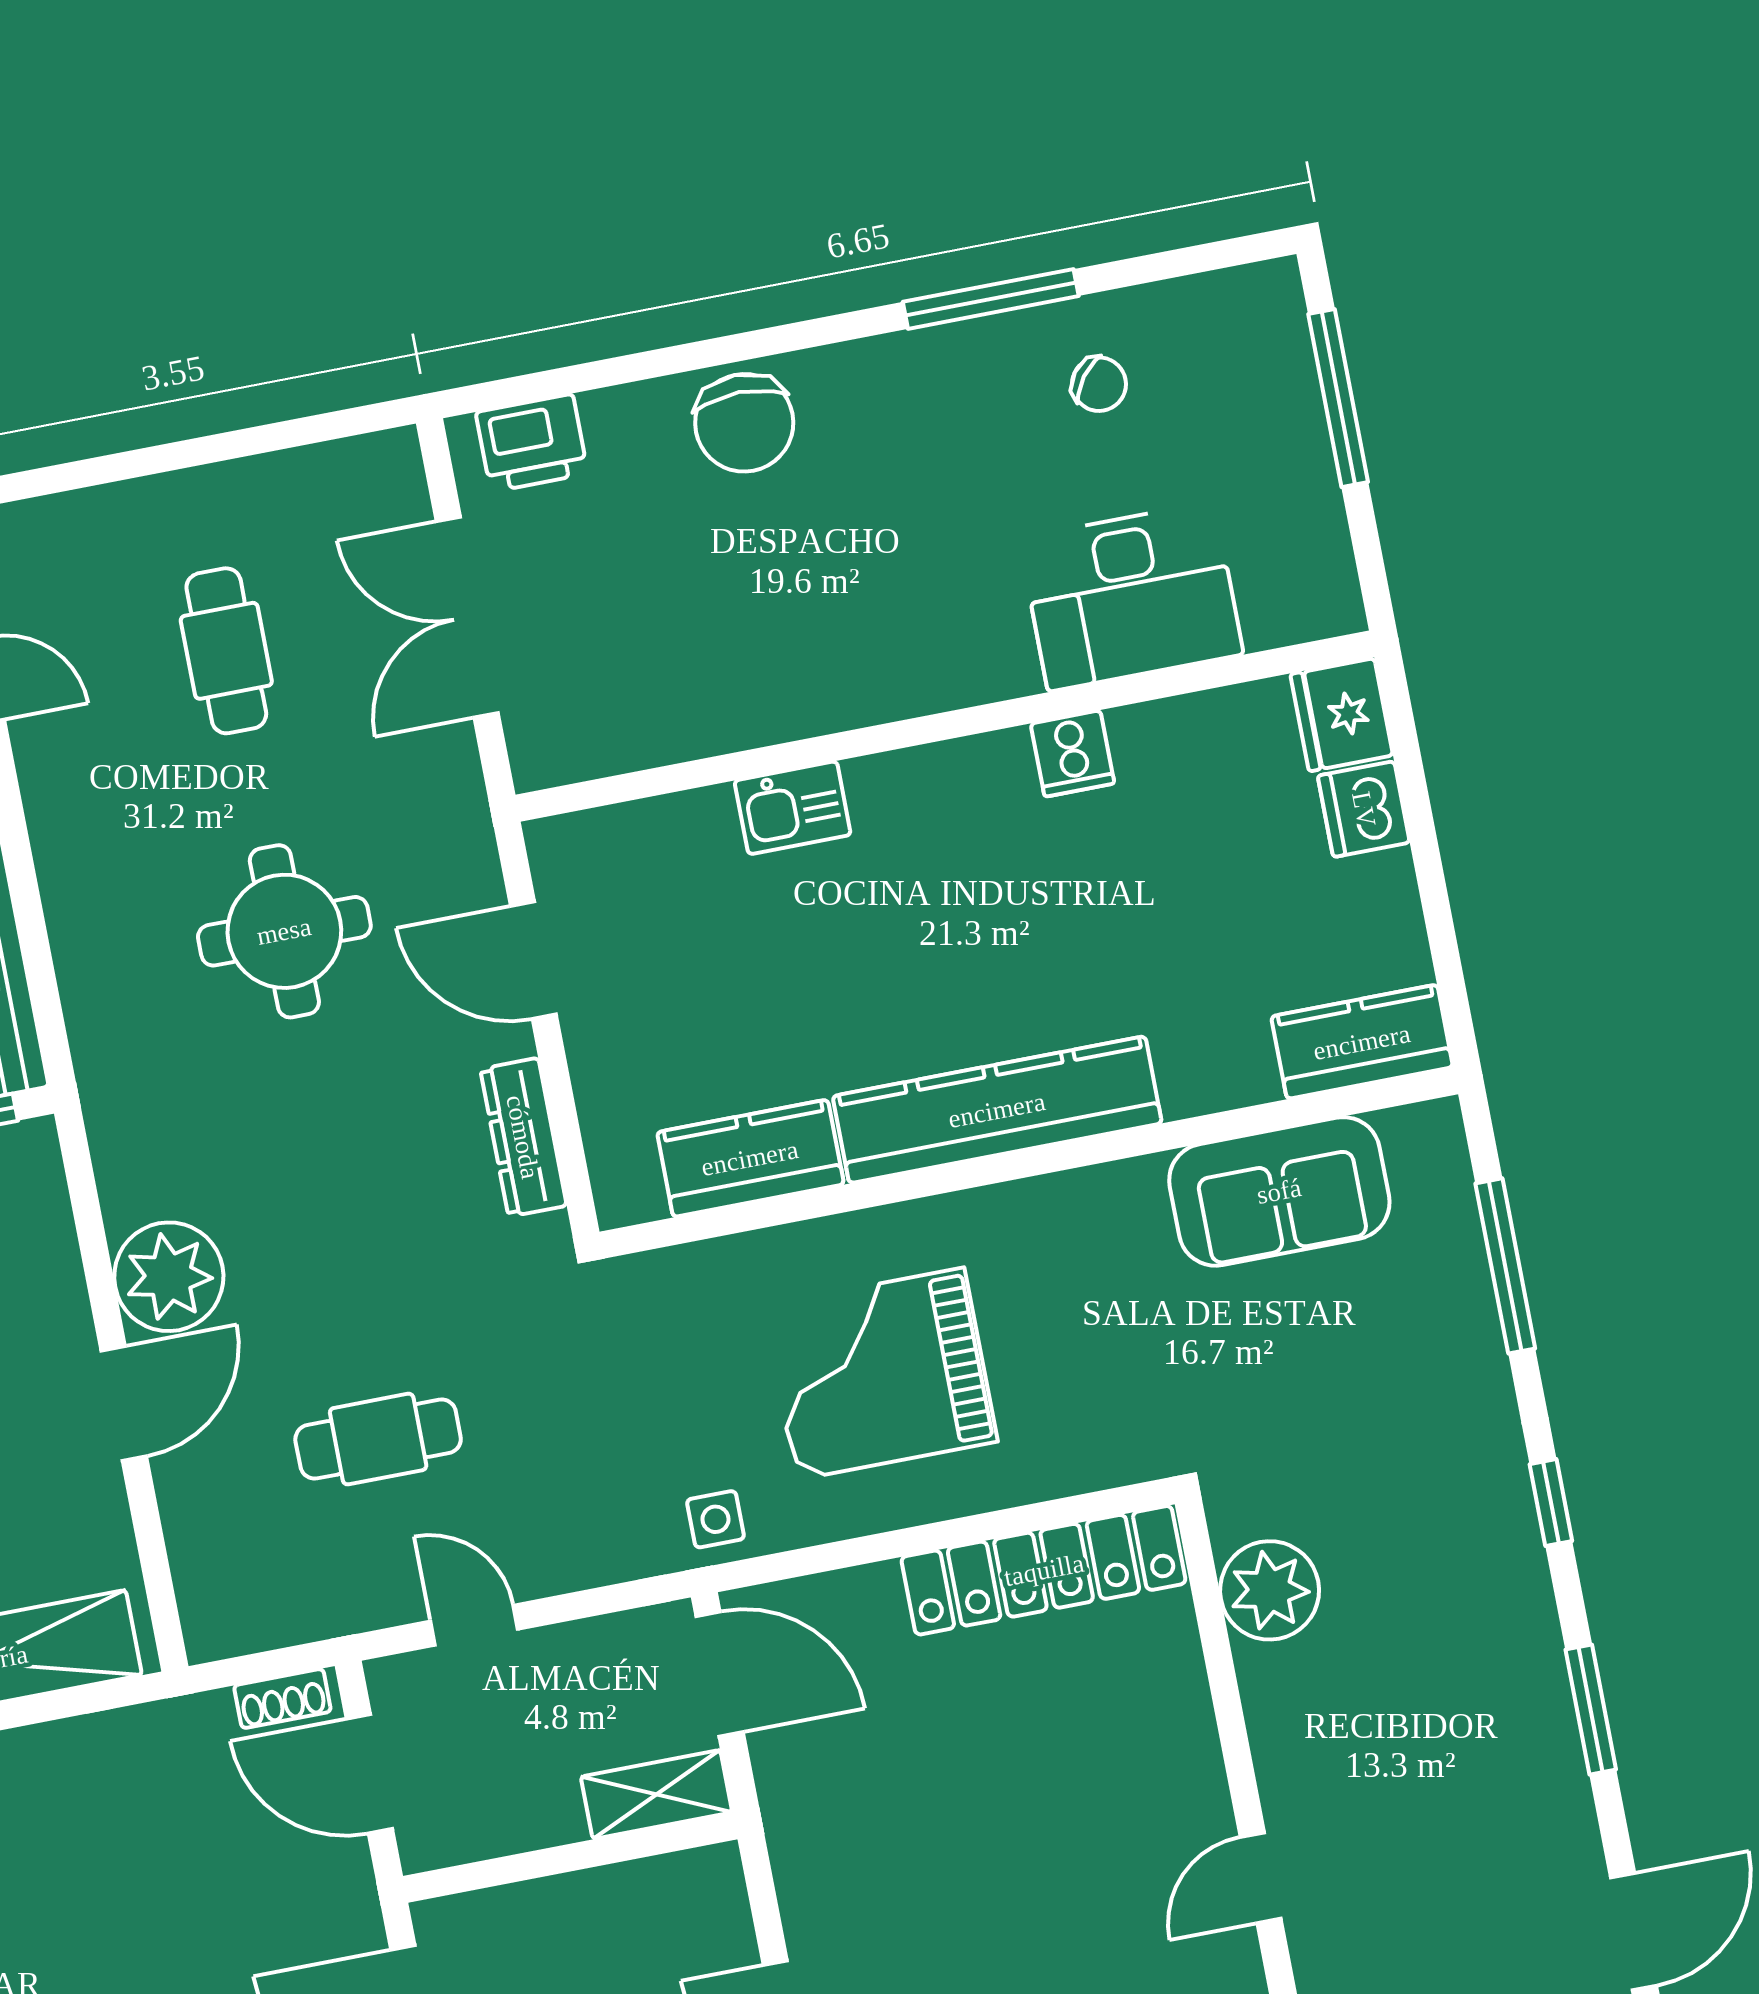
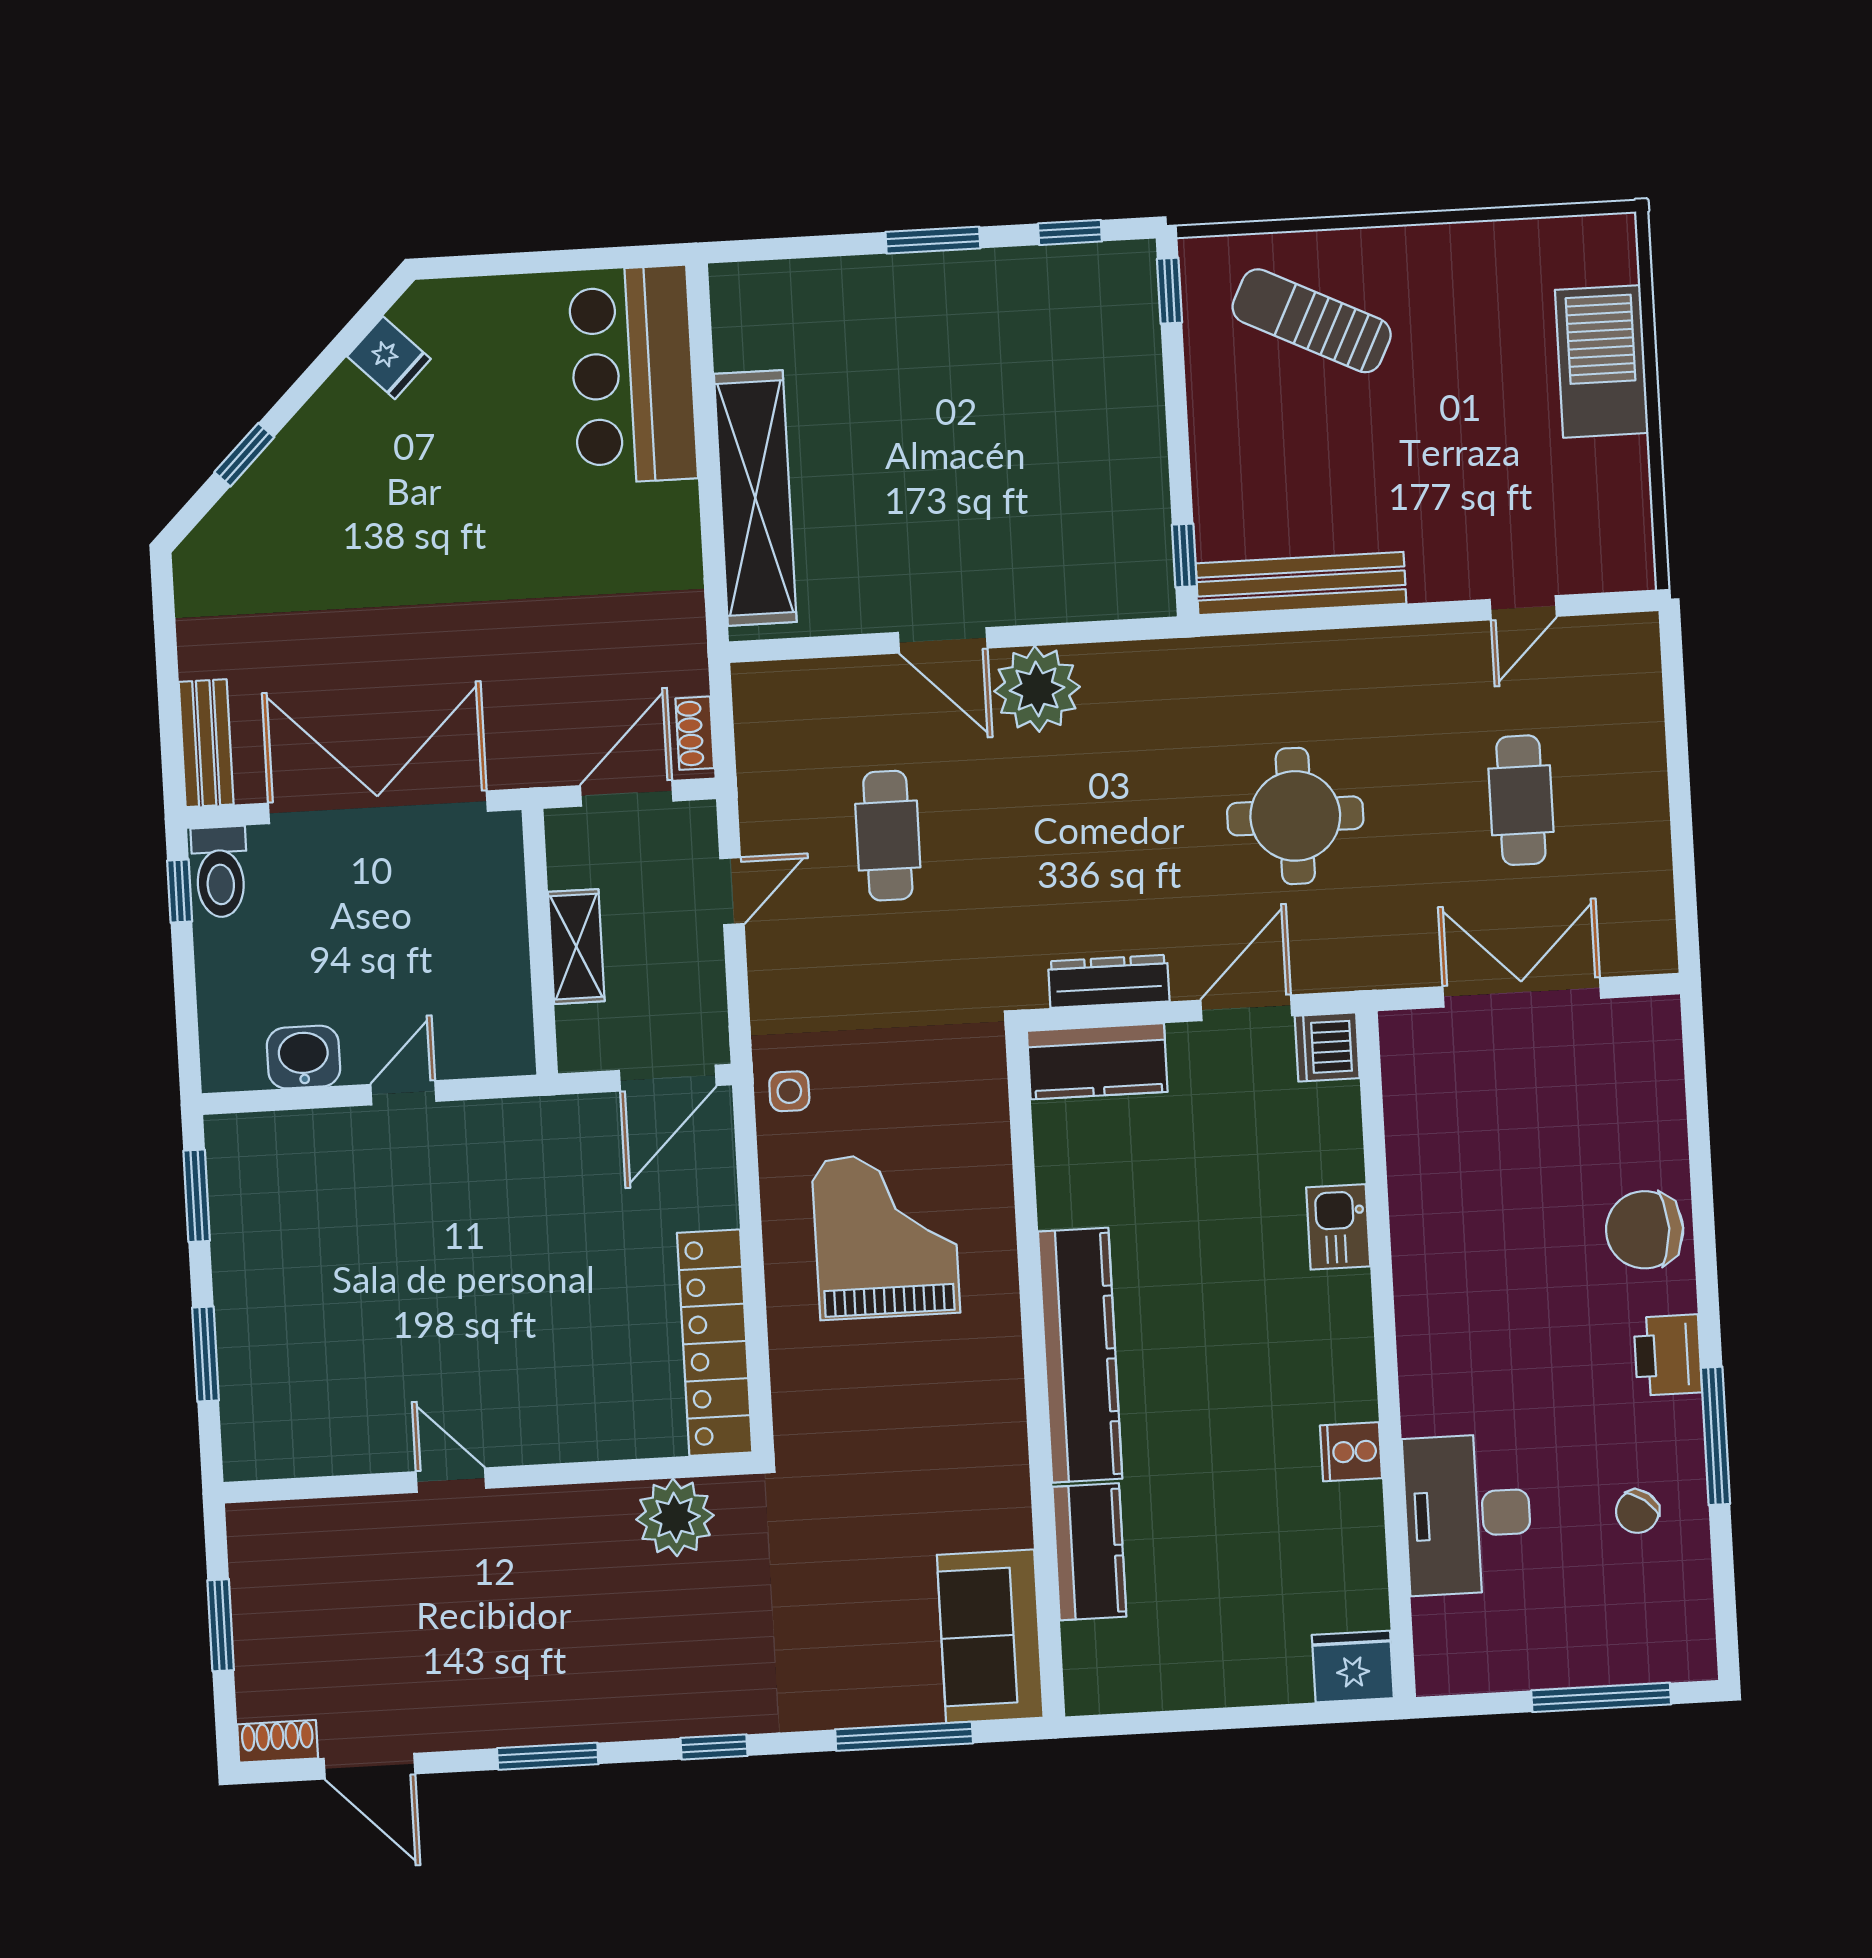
printer: (532, 443) -> (1668, 1355), moved
cafe table: (226, 651) -> (1521, 800), turned 90
dishwasher: (1364, 809) -> (1327, 1047), moved, turned -90
kitchen counter: (1362, 1042) -> (1089, 1552), moved
kitchen counter: (750, 1158) -> (1097, 1061), moved, turned 90
sofa: (1279, 1191) -> (990, 1636), moved
shelving: (656, 1794) -> (576, 947), moved

